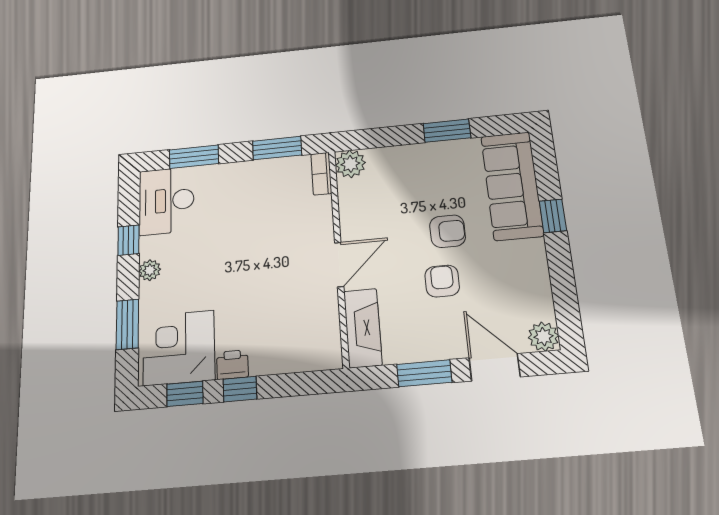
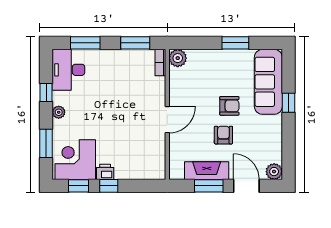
fireplace: (363, 328) -> (207, 171), moved, turned -90

